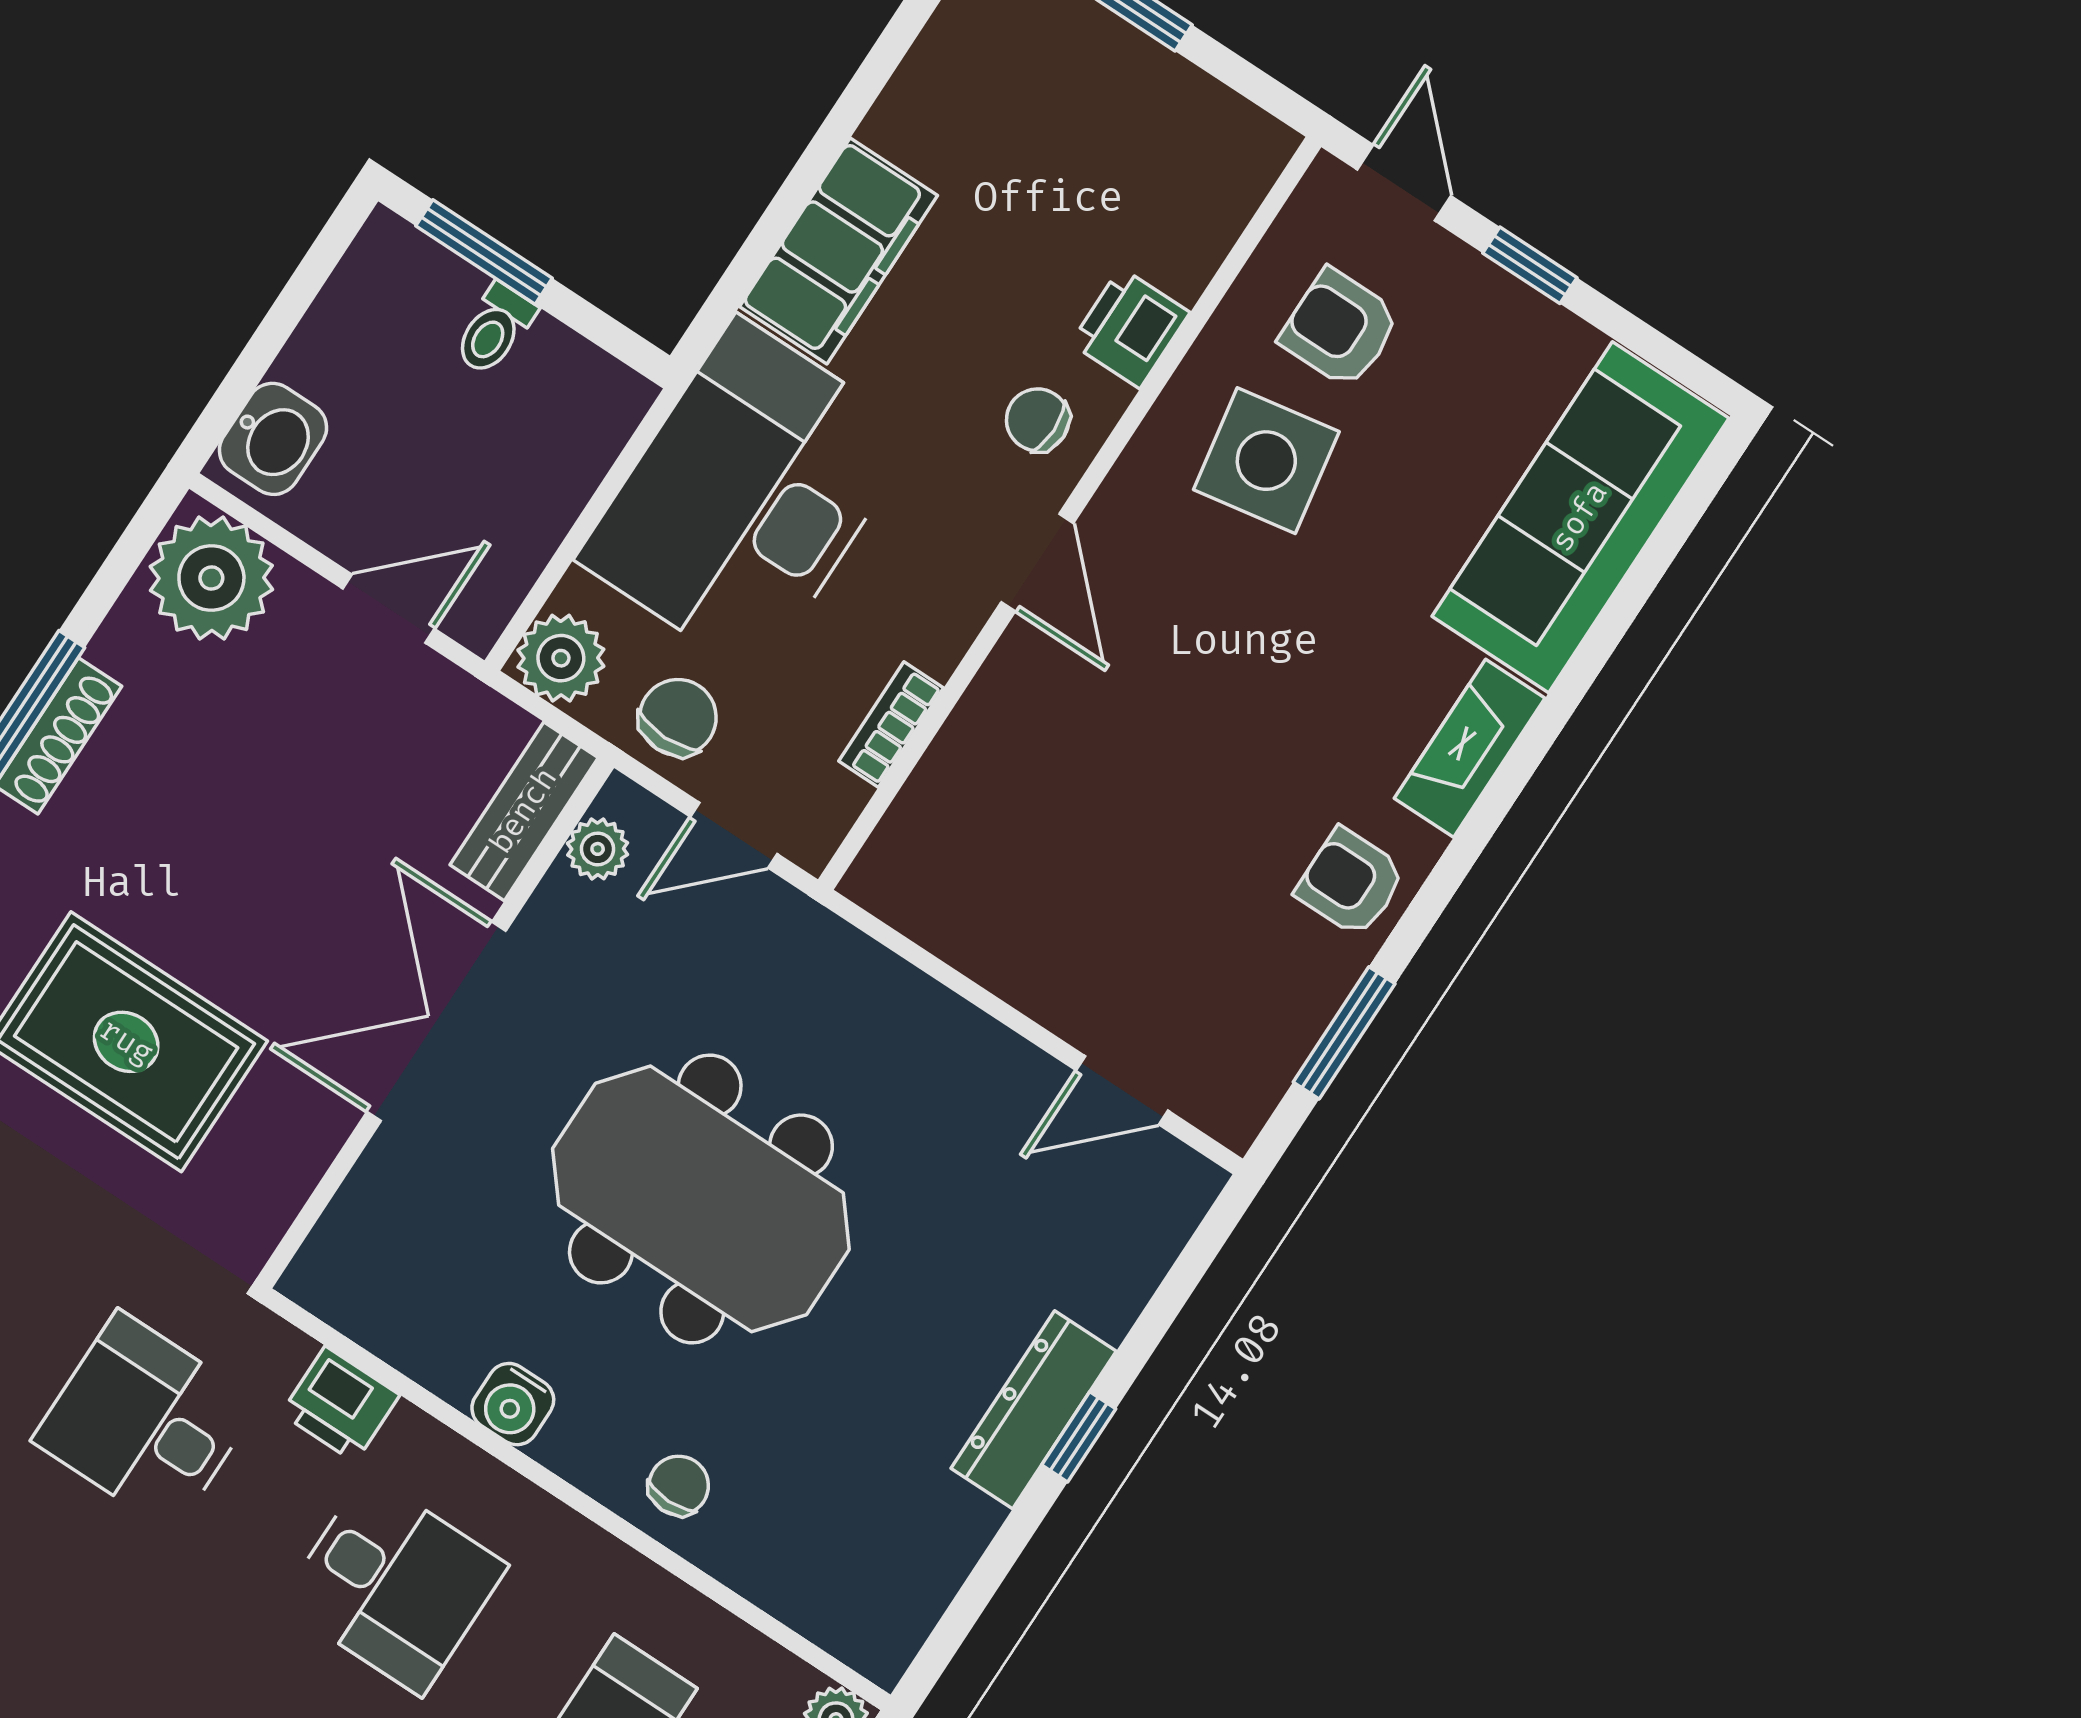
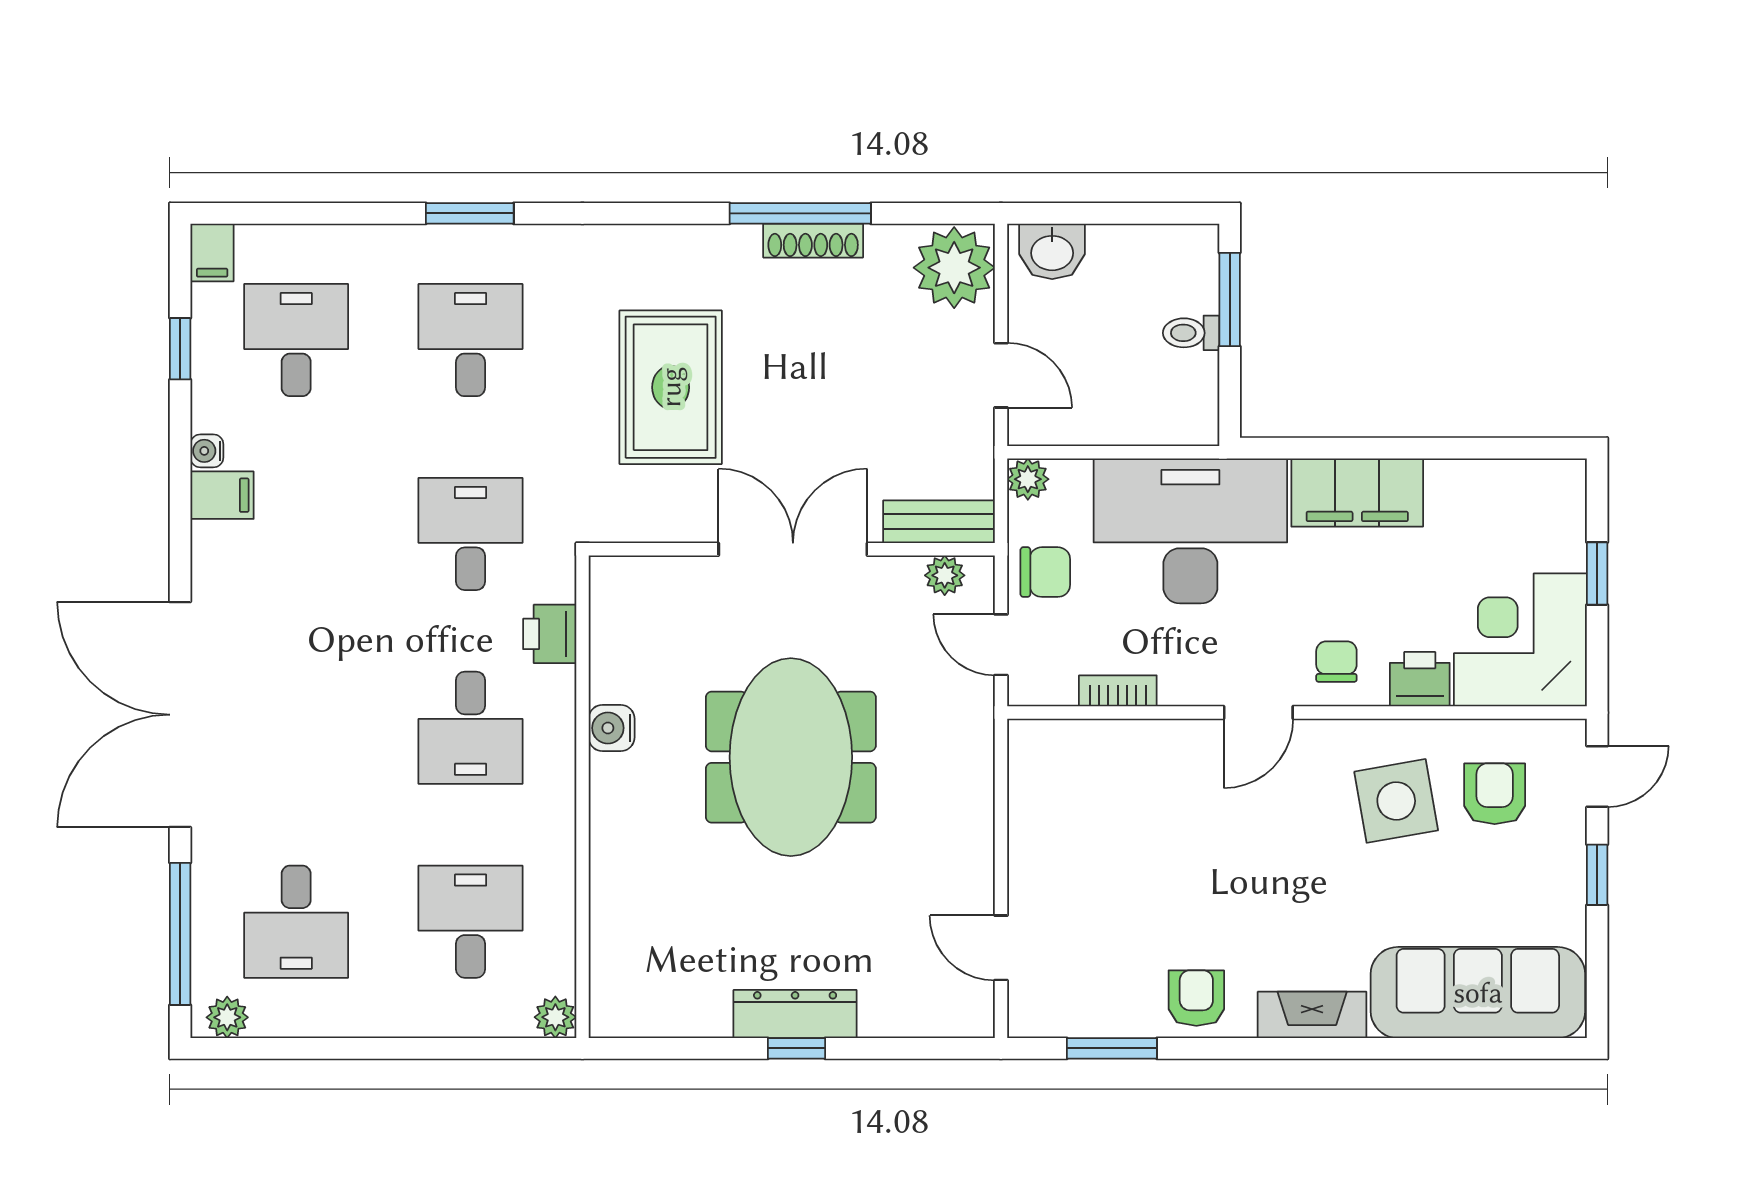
corner desk: (1165, 166) -> (1520, 640), added
plant: (561, 658) -> (1028, 479), width x0.73, depth x0.73
chair: (679, 1486) -> (627, 848), removed

